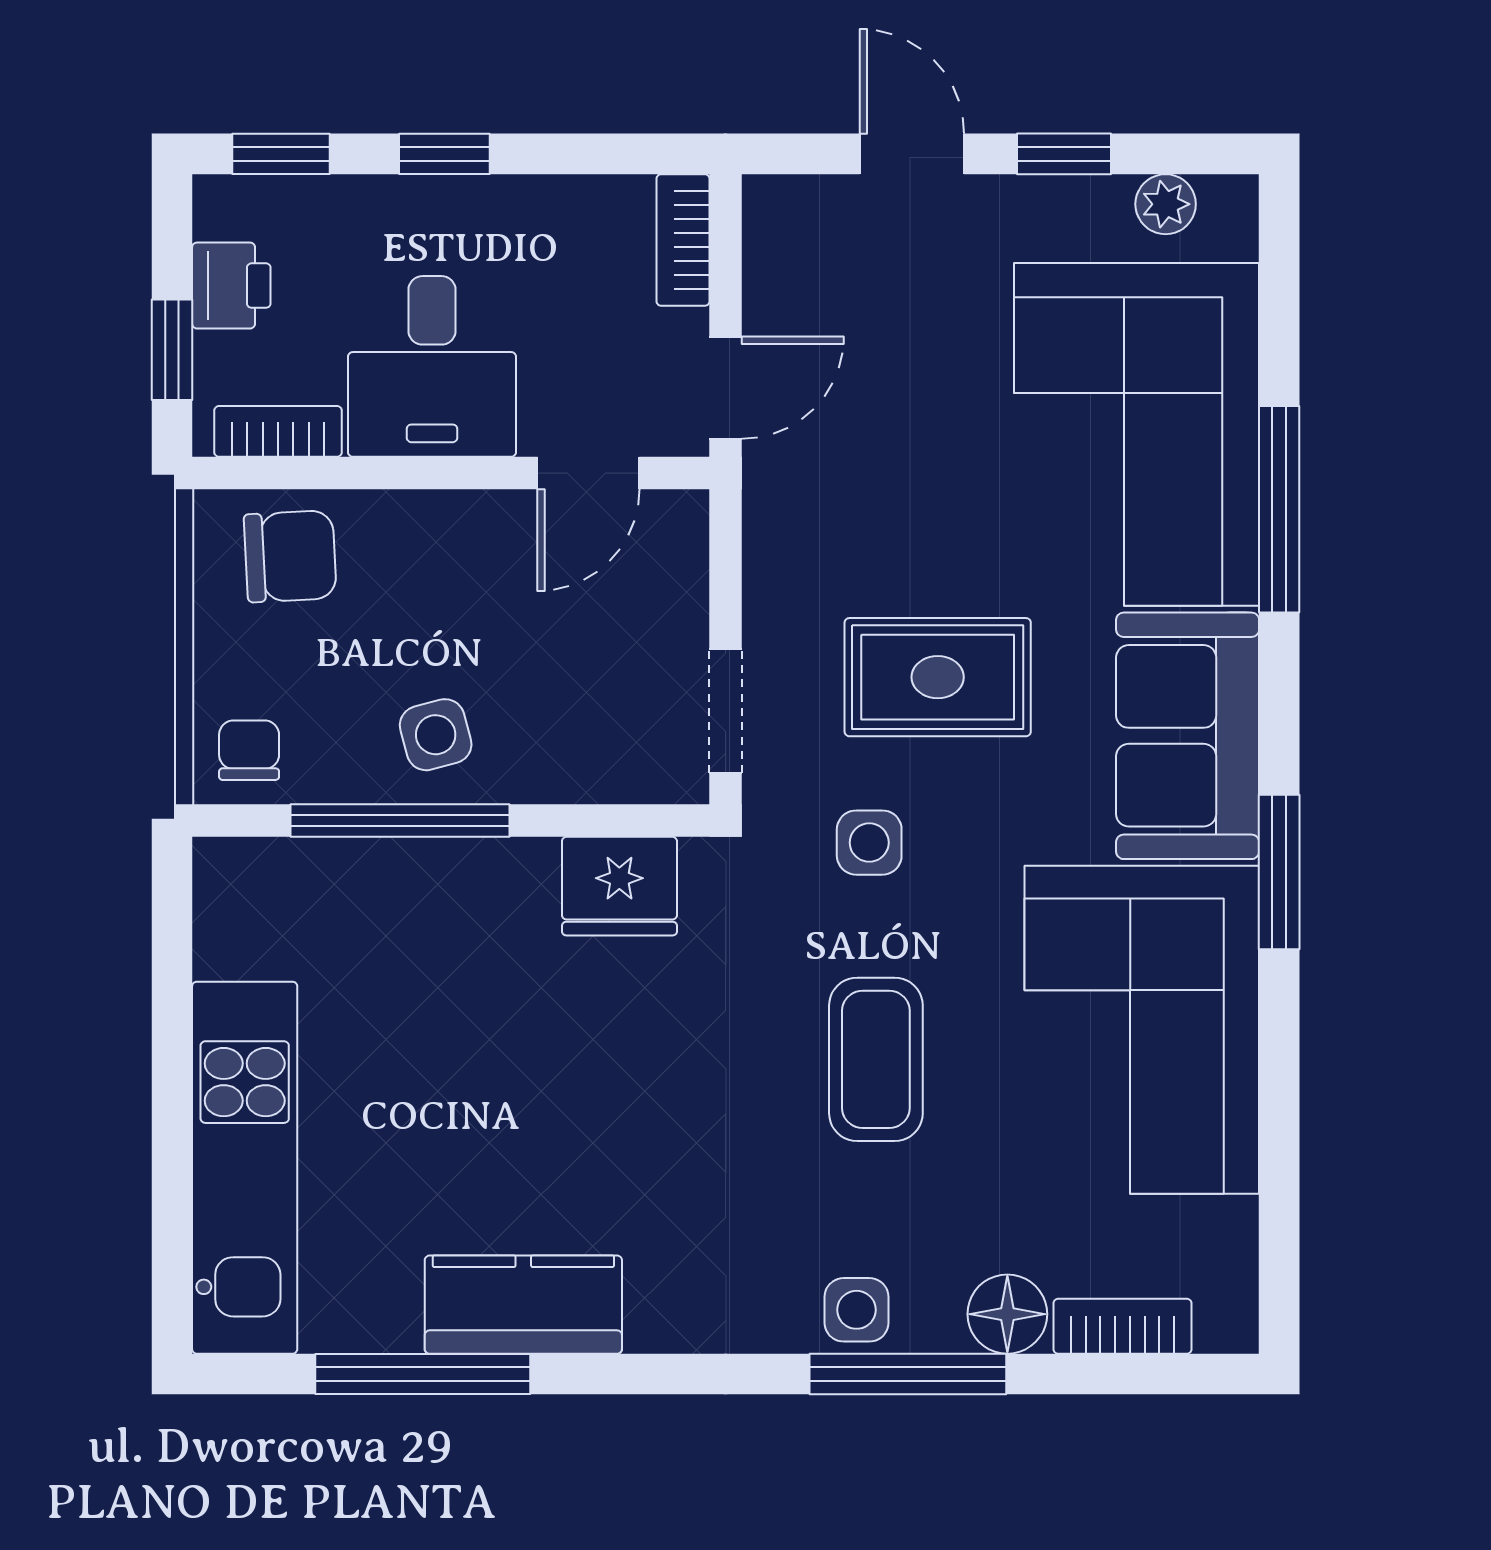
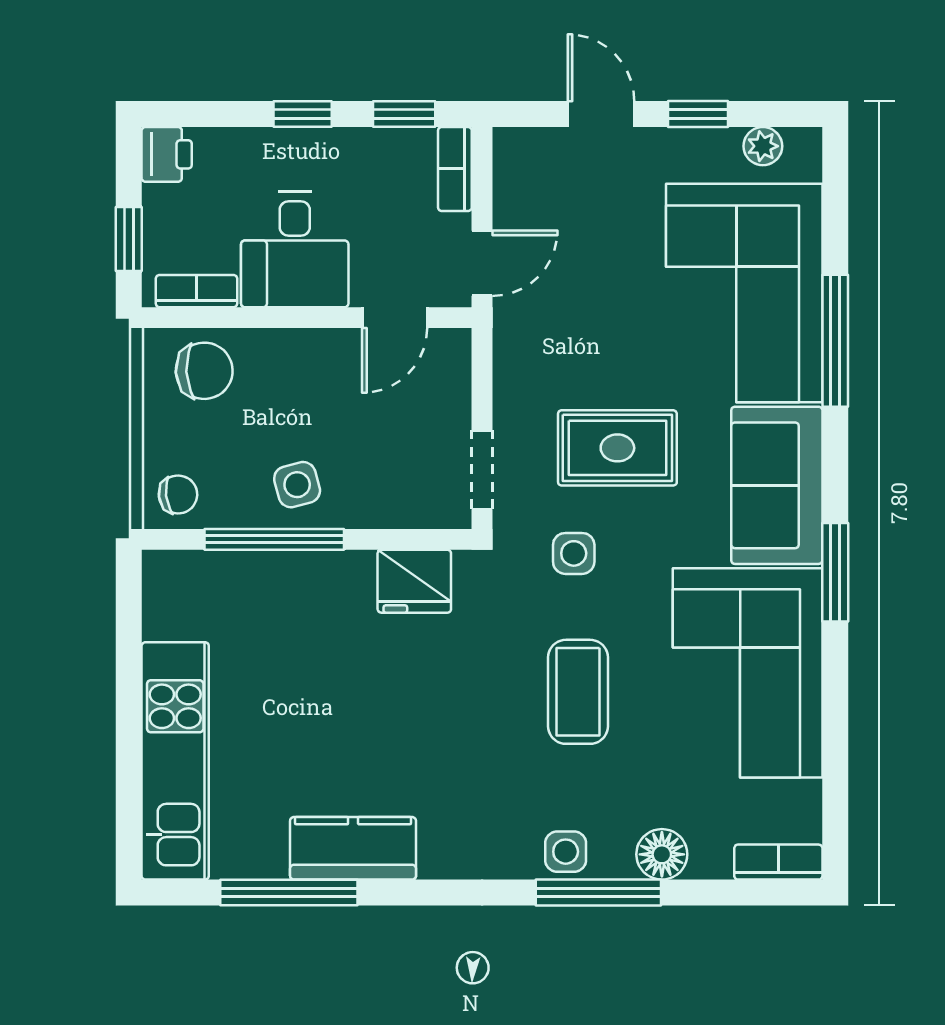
window: (281, 154) -> (404, 114), moved
printer: (231, 286) -> (167, 154), moved
chair: (249, 750) -> (178, 495), turned 83
bookcase: (1123, 1326) -> (778, 862), moved

